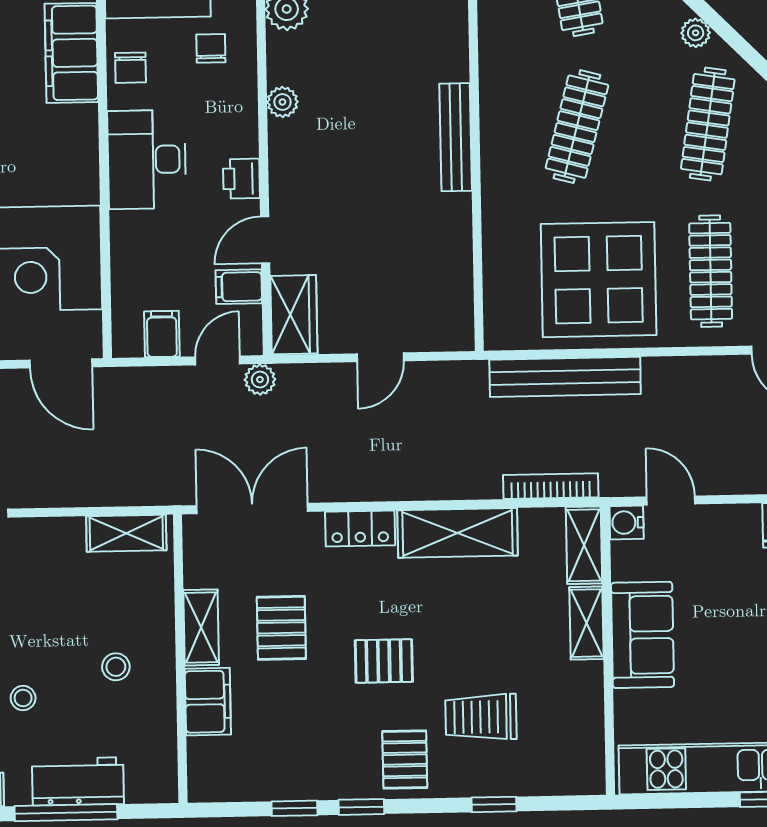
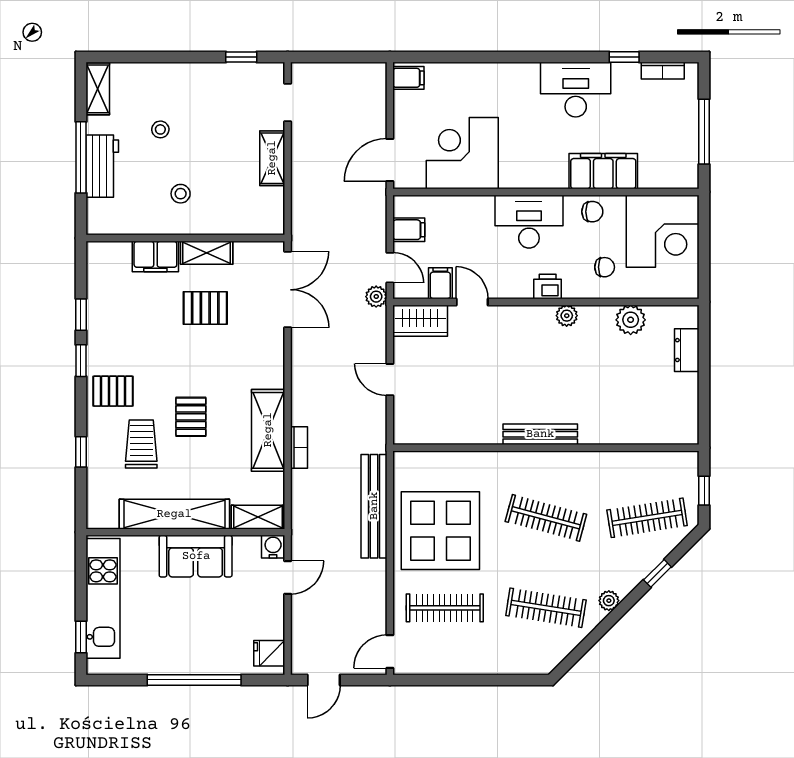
chair: (130, 68) -> (592, 212), turned 180
printer: (241, 179) -> (548, 286), moved
bookcase: (551, 486) -> (299, 448), moved, width x0.64
locker: (360, 528) -> (272, 363), removed
shelving: (126, 533) -> (272, 158), moved
shelving: (586, 623) -> (174, 514), width x2.20, depth x1.33
pallet: (384, 661) -> (191, 417), moved

